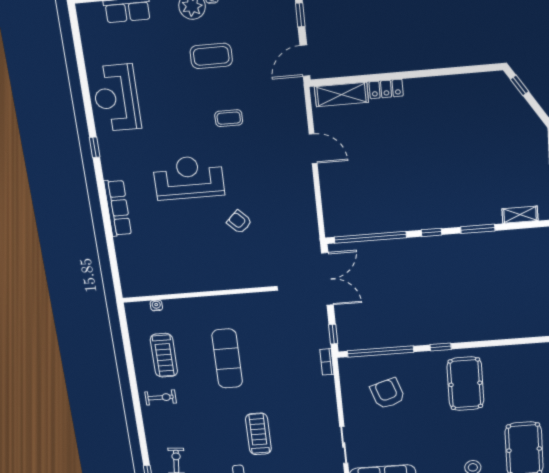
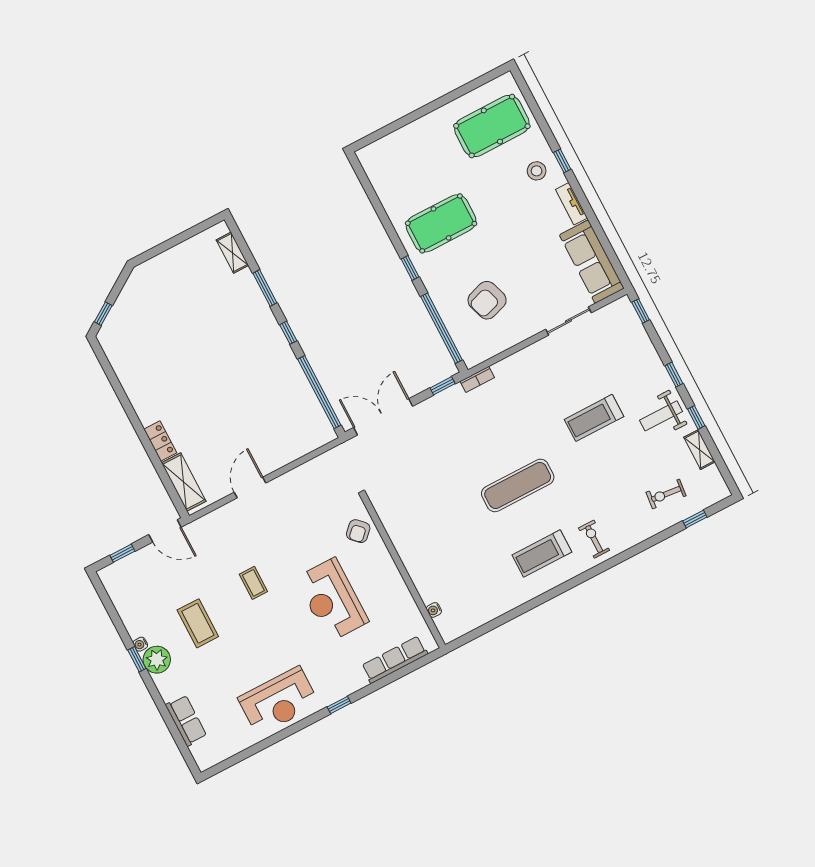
wall: (198, 294) -> (403, 572), moved
water cooler: (156, 305) -> (434, 610), moved
treadmill: (164, 355) -> (542, 554), turned 180

